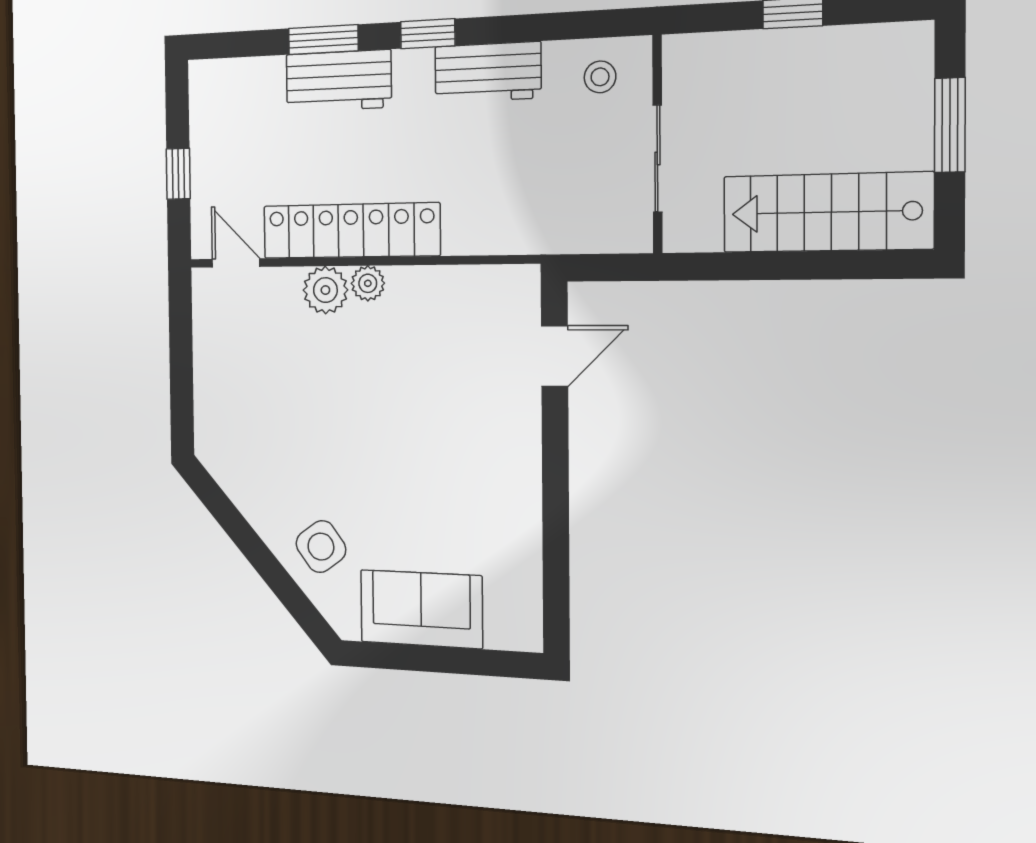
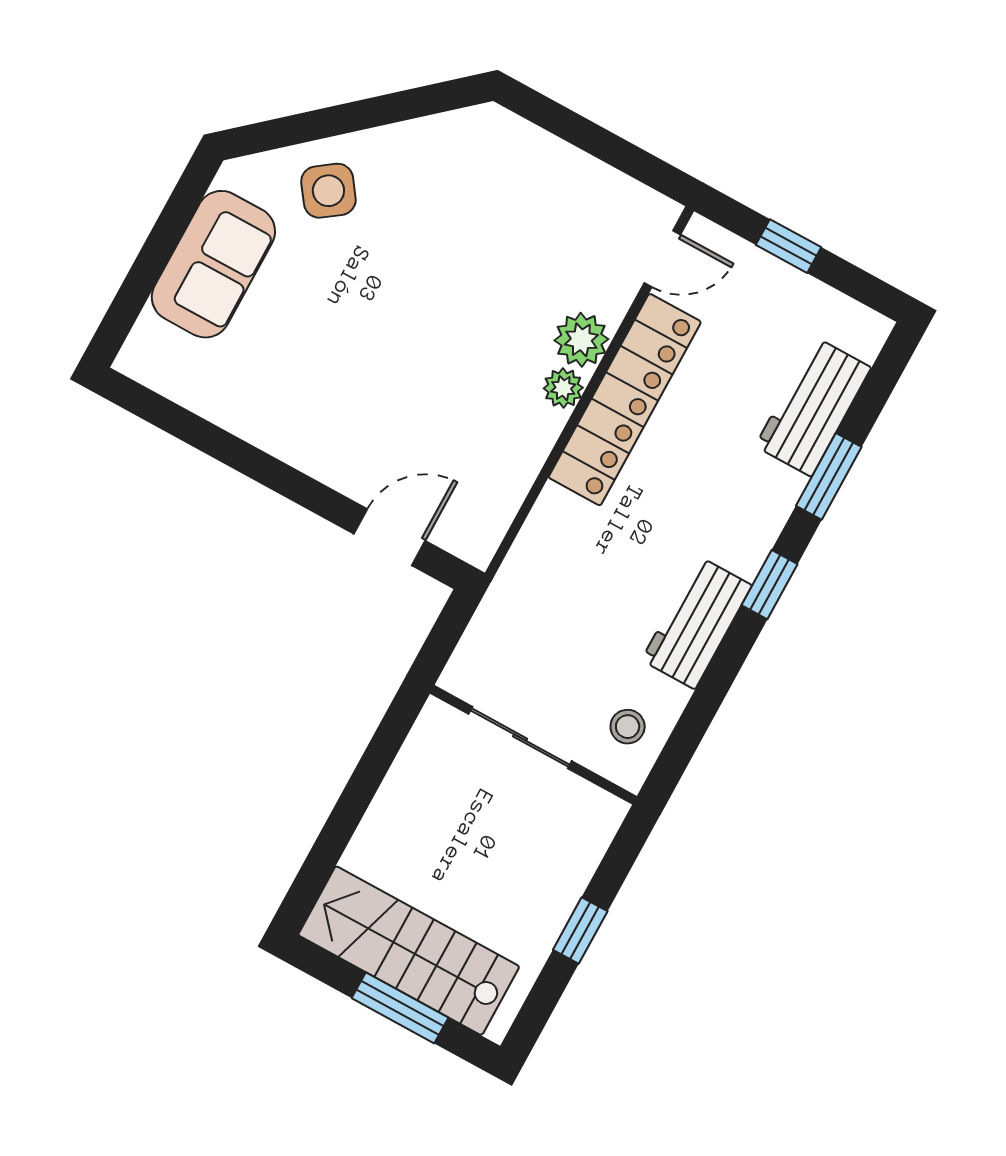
workbench: (339, 81) -> (813, 407), moved
stairs: (827, 212) -> (409, 951), moved, turned -90
door: (555, 356) -> (390, 537), swing flipped

